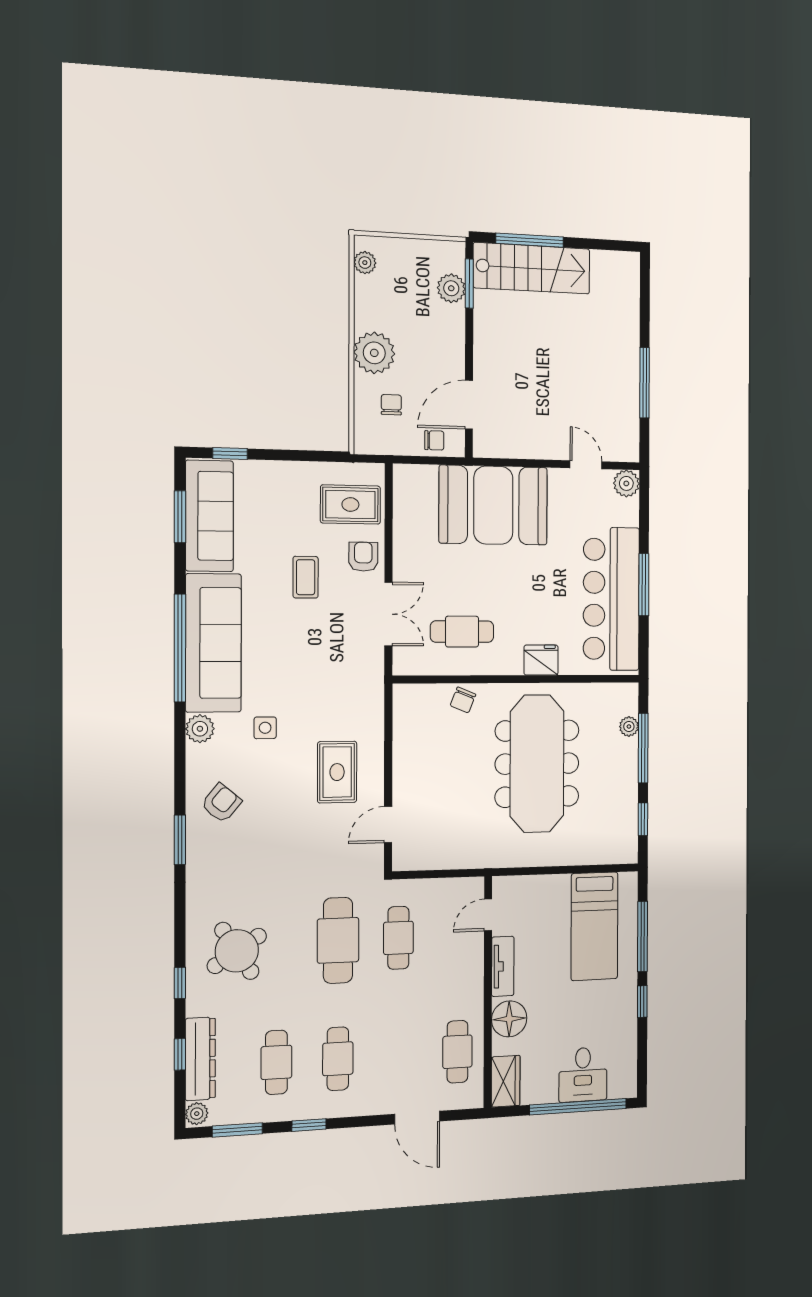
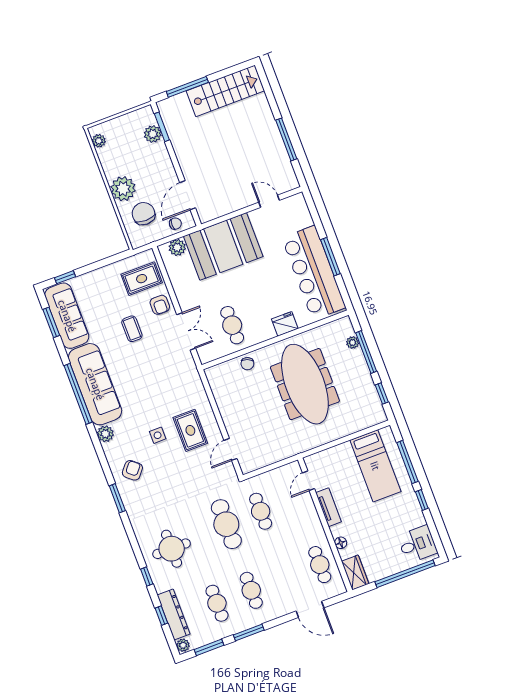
stairs: (532, 268) -> (225, 91), moved
chair: (391, 405) -> (144, 214), width x1.87, depth x1.87
plant: (626, 483) -> (177, 247), moved
armchair: (363, 557) -> (160, 305), turned 180
cafe table: (462, 632) -> (232, 325), turned 90
side table: (265, 728) -> (158, 435), moved
round table: (237, 951) -> (172, 549), turned 33
floor lamp: (509, 1019) -> (341, 543), width x0.53, depth x0.53
desk: (583, 1075) -> (417, 544), moved, turned -90
window: (309, 1125) -> (249, 632), width x1.50

